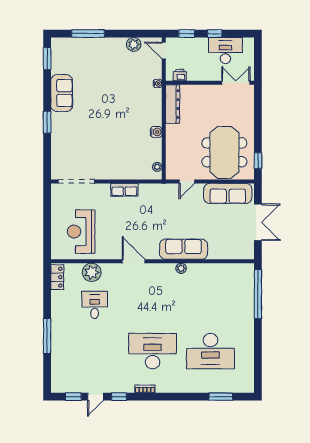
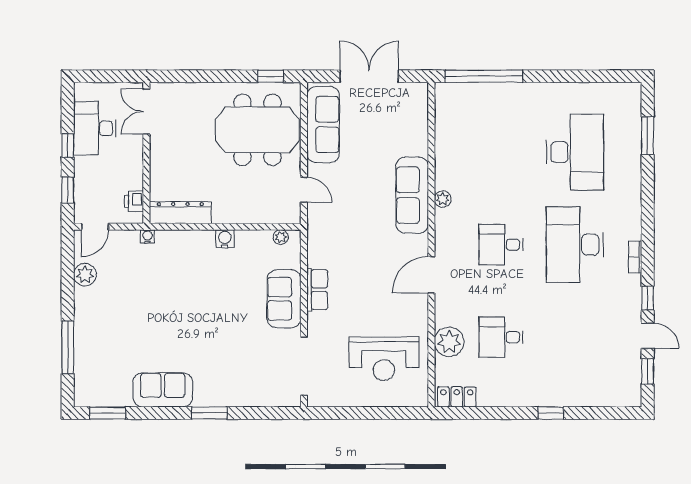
sofa: (119, 169) -> (284, 299), added
desk: (153, 305) -> (501, 245), added
window: (47, 336) -> (551, 413), width x0.46

